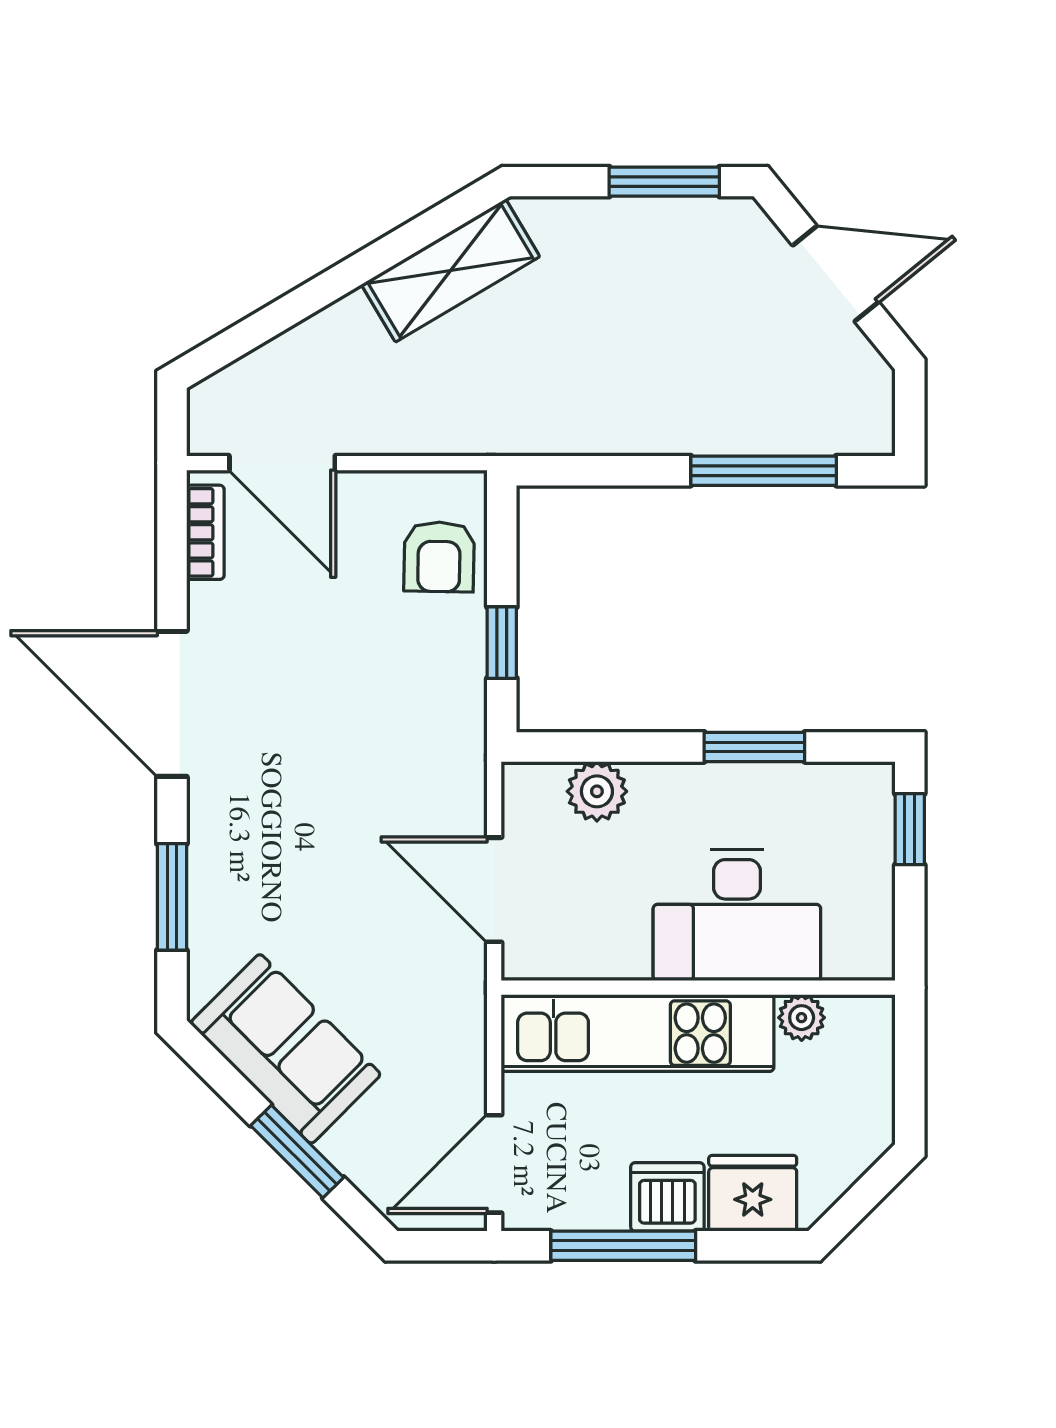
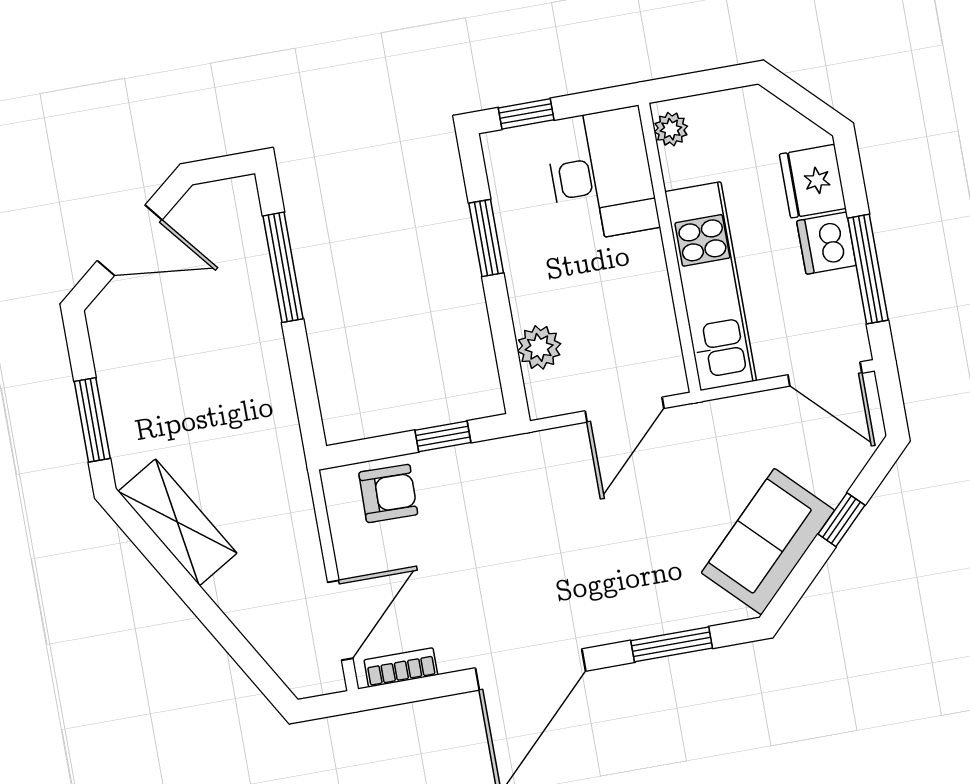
window: (664, 182) -> (92, 420), moved
door: (836, 274) -> (130, 240), swing flipped
desk: (737, 915) -> (602, 175), moved
plant: (802, 1018) -> (671, 129), moved
window: (297, 1151) -> (841, 520), width x0.67

